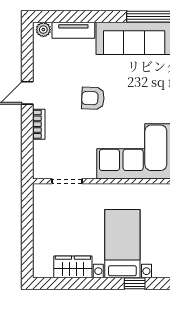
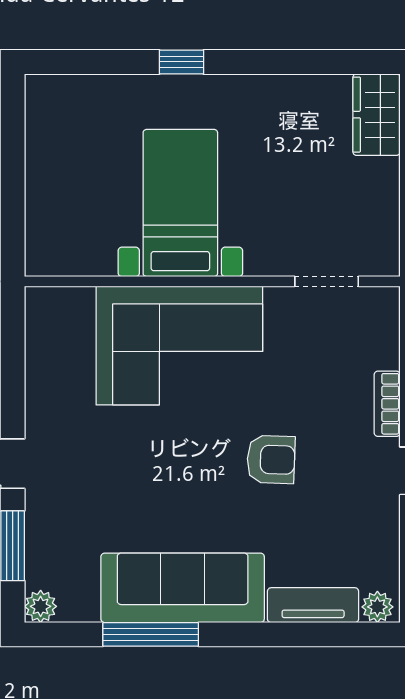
bed with nightstands: (122, 244) -> (180, 203), moved, turned 180
wardrobe: (73, 267) -> (377, 115), moved, turned 90

